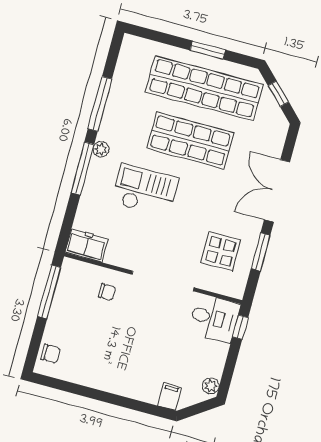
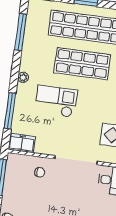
window: (100, 104) -> (21, 32), moved
window: (82, 168) -> (10, 111), moved

